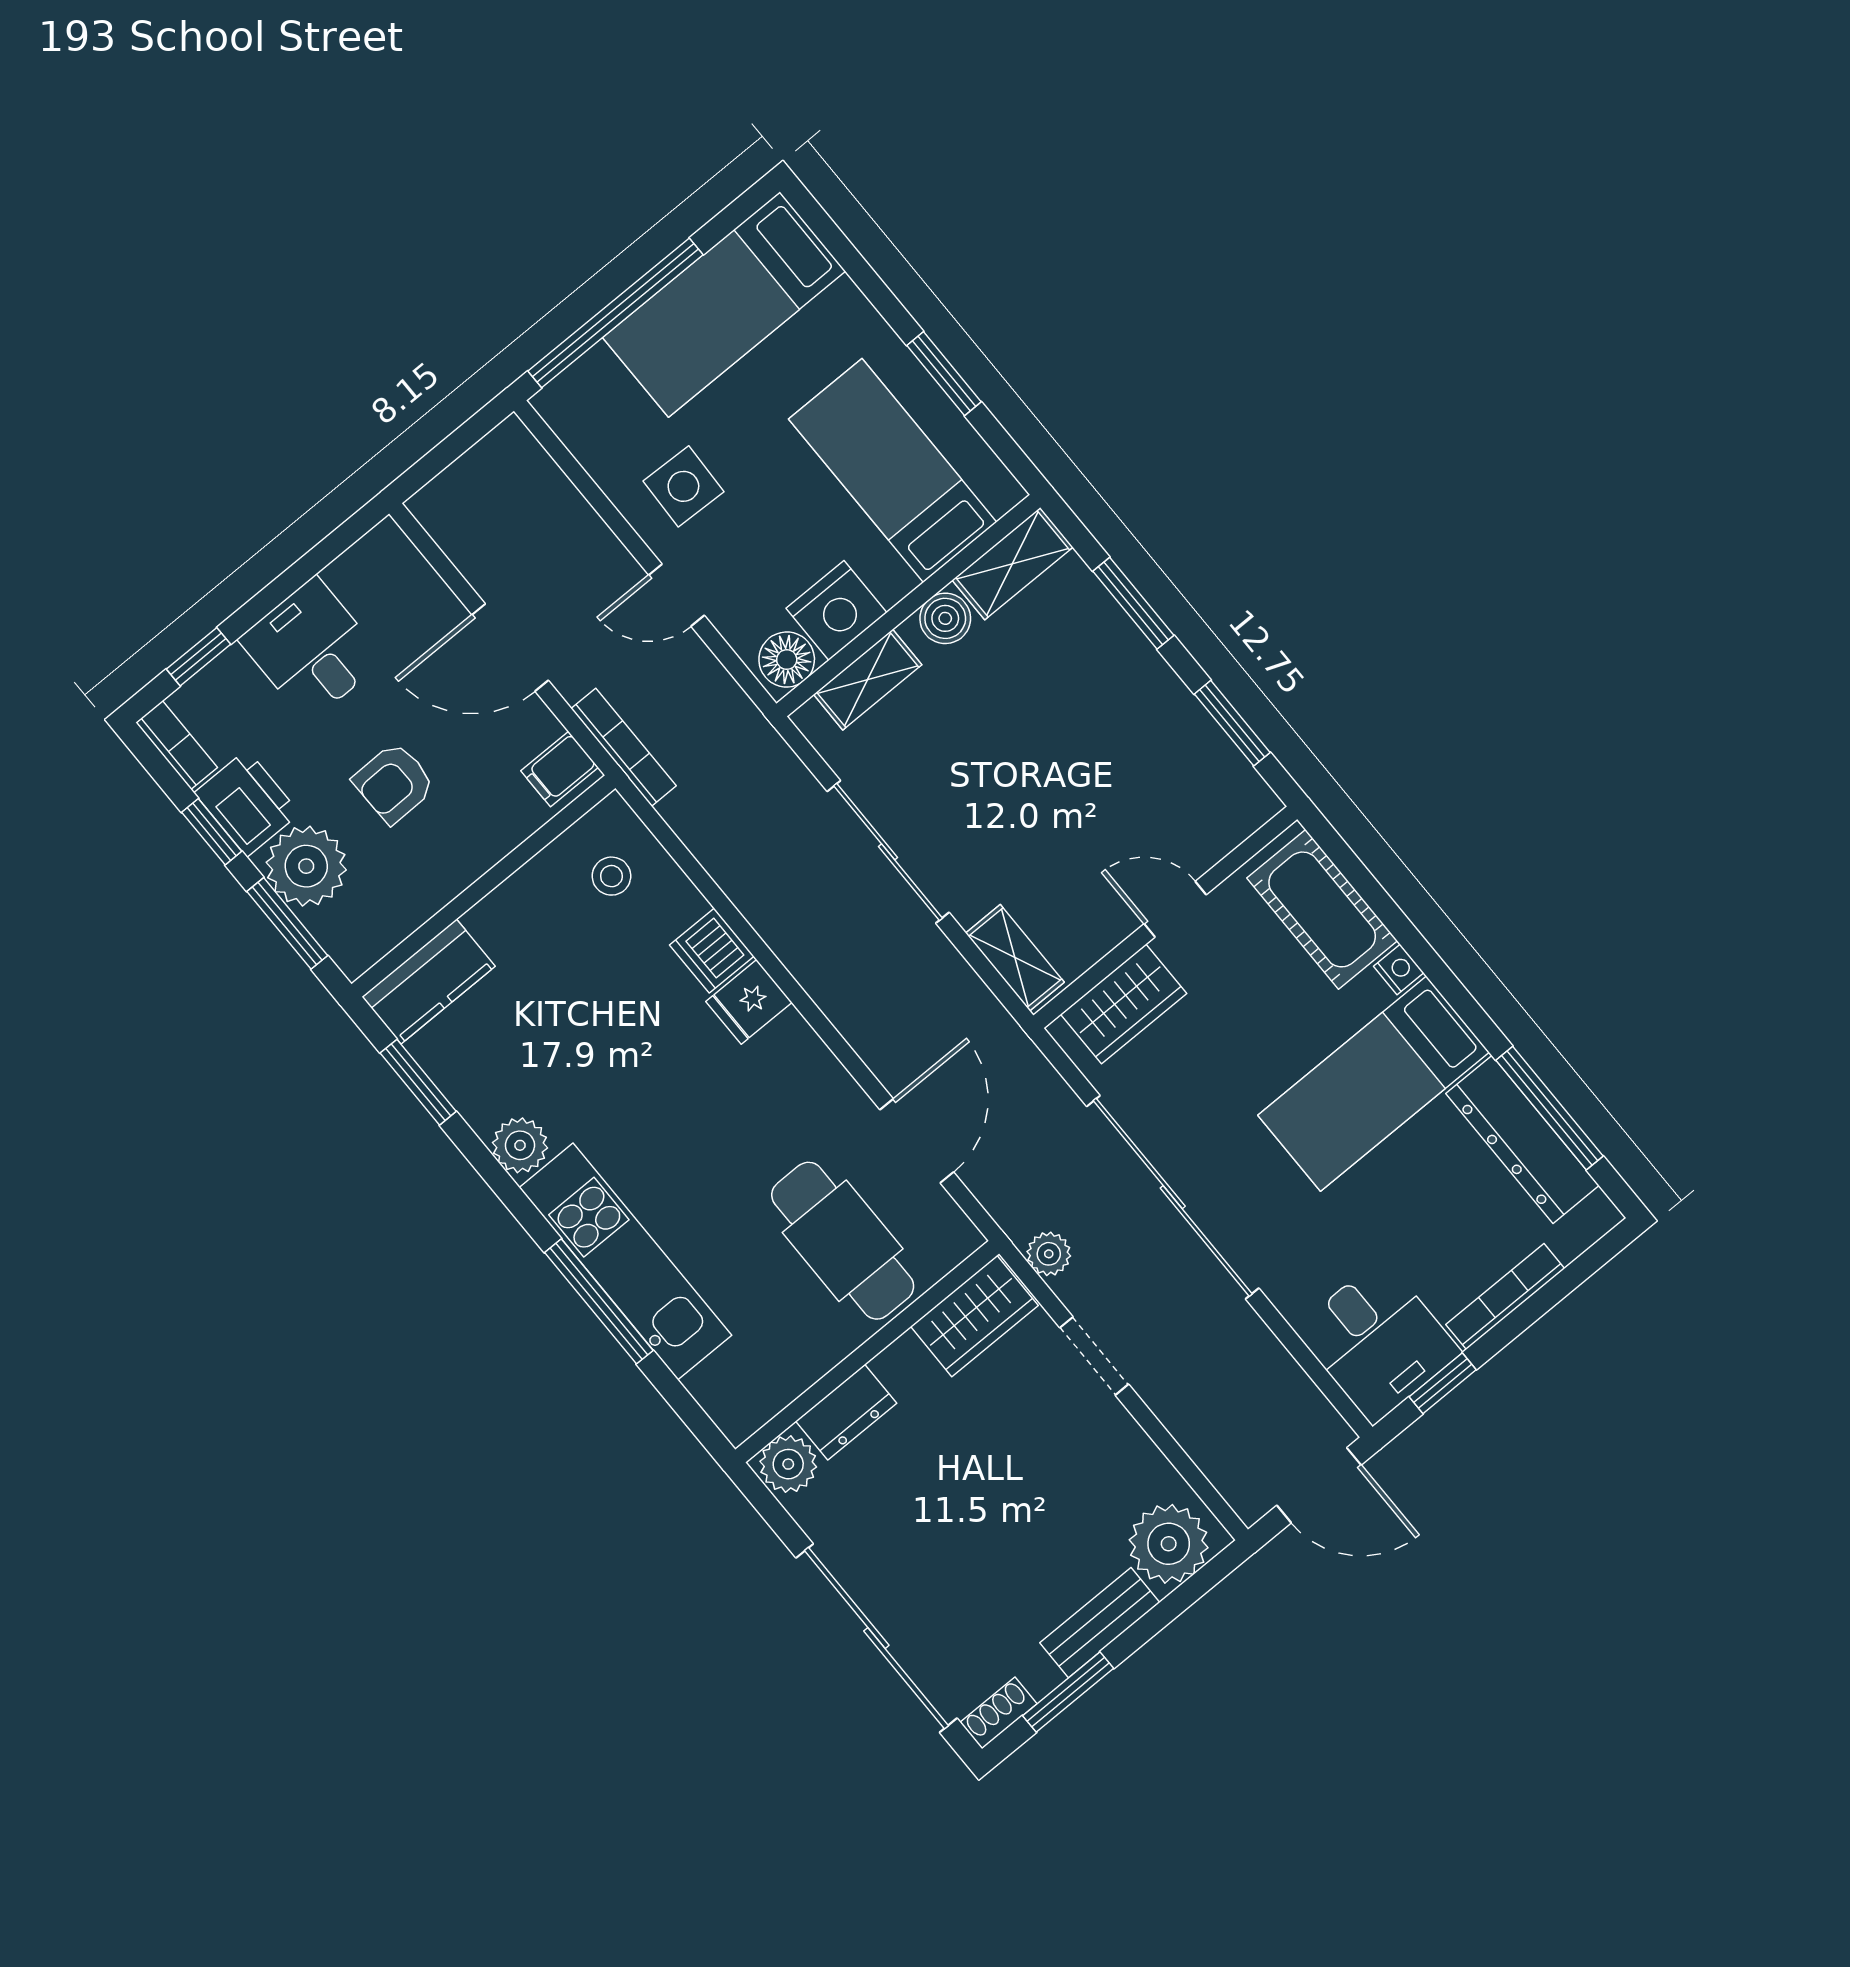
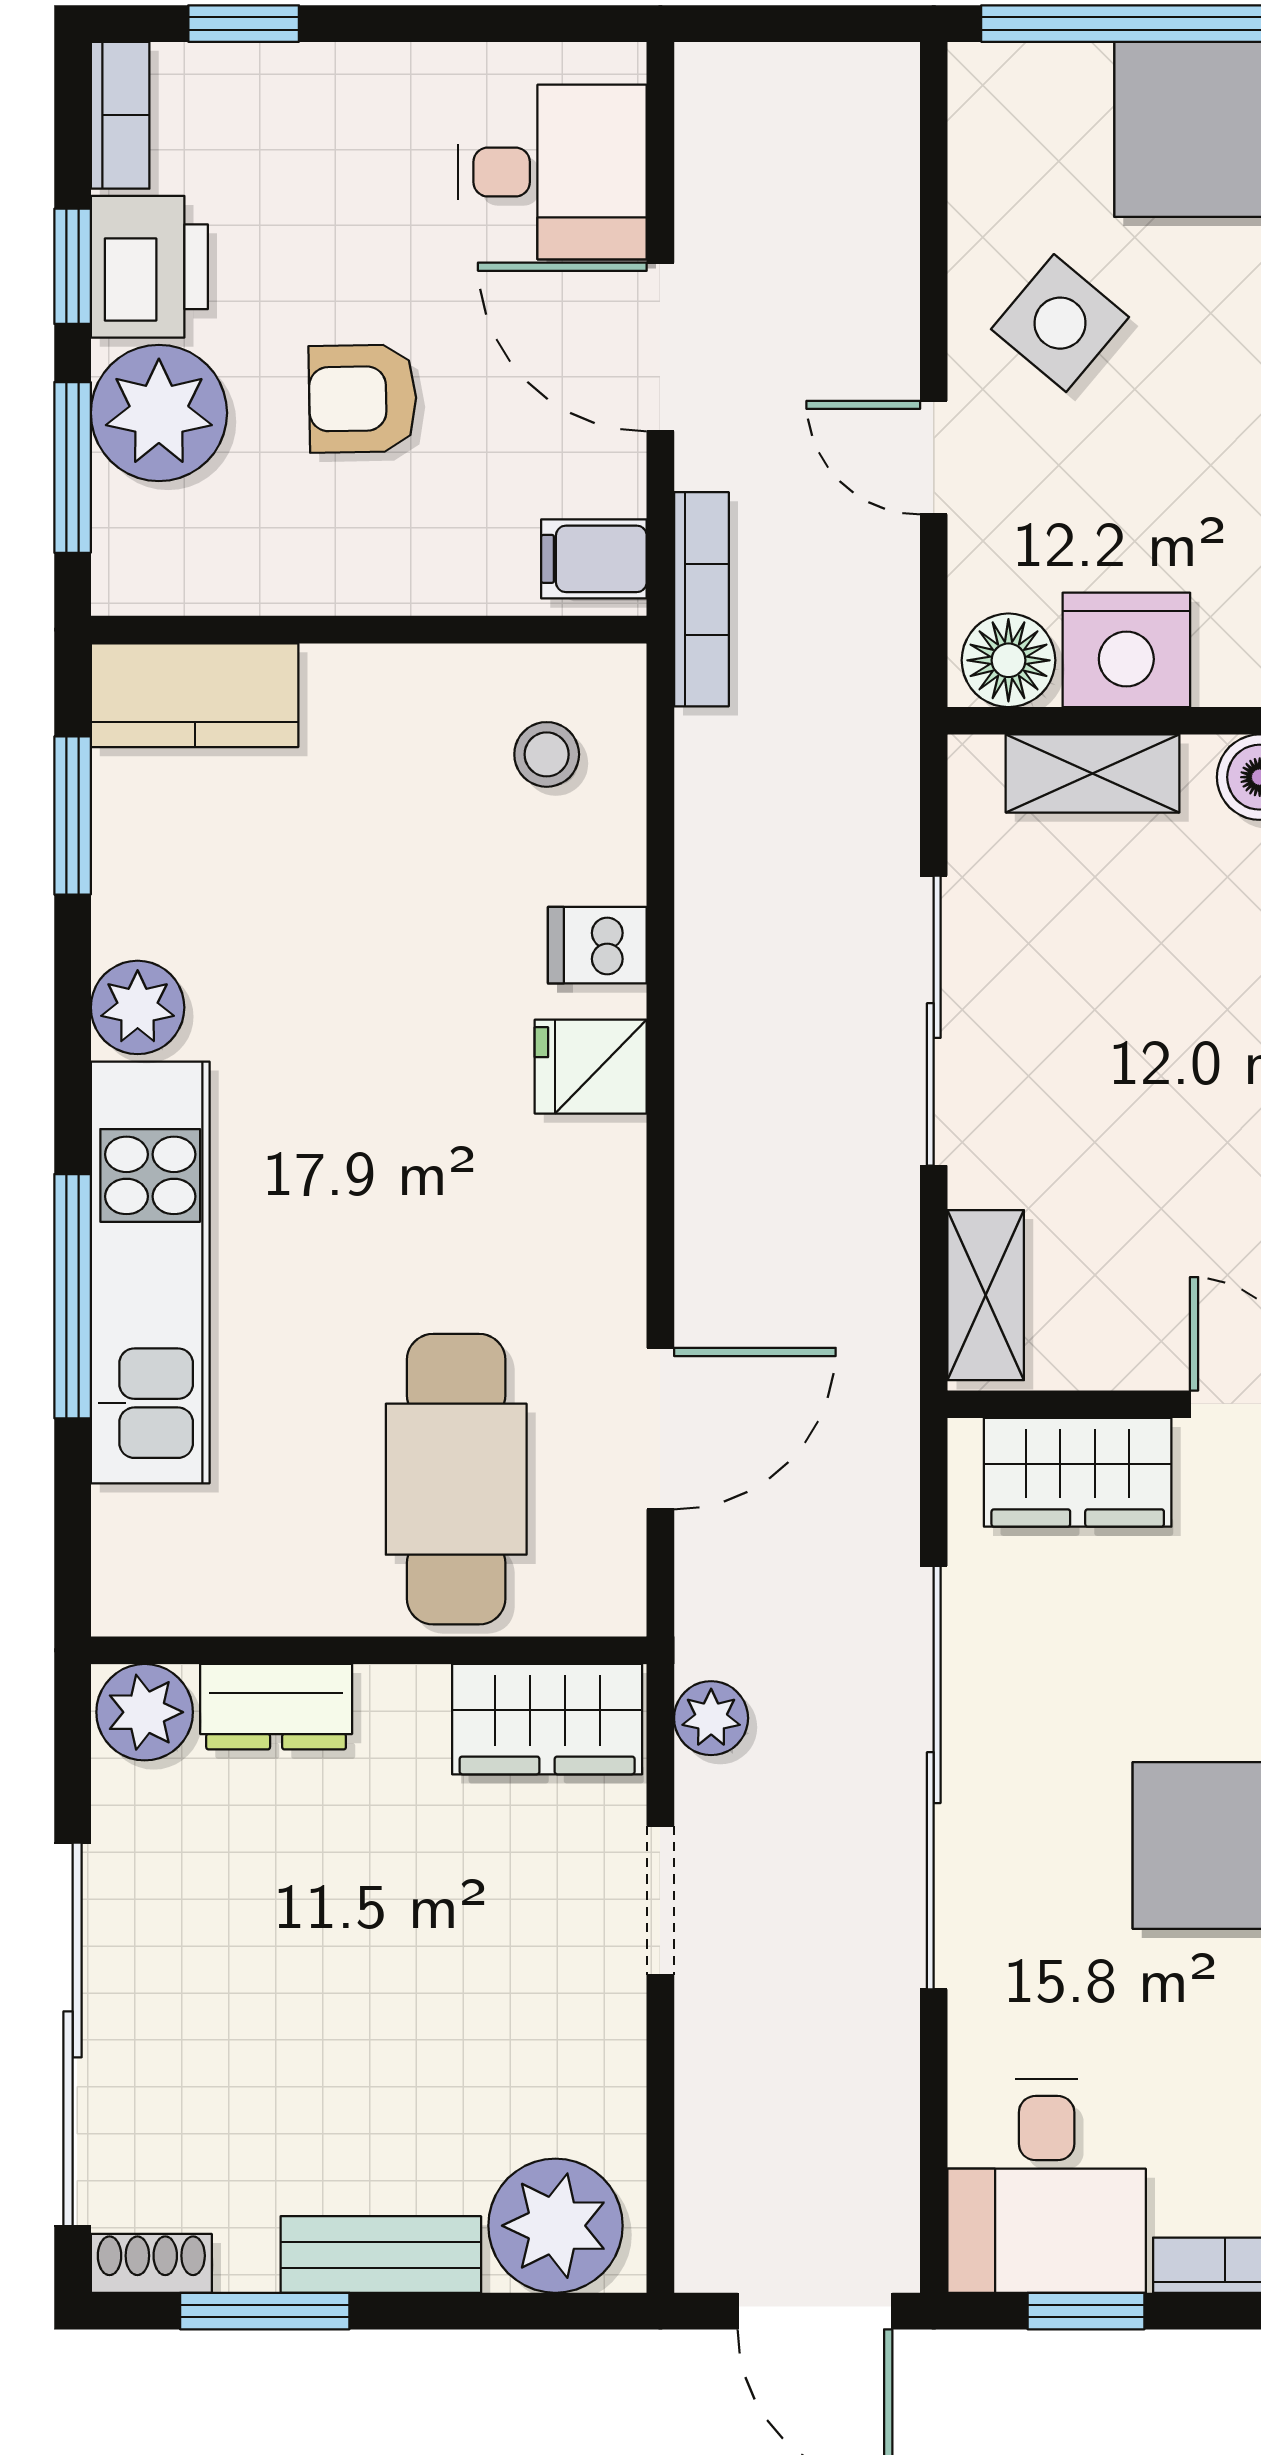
side table: (683, 486) -> (1060, 323), turned 38
desk: (312, 649) -> (552, 172), moved, turned 90
dishwasher: (712, 951) -> (597, 945), width x0.73

